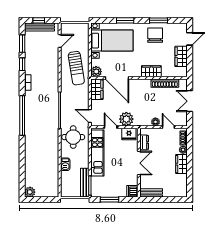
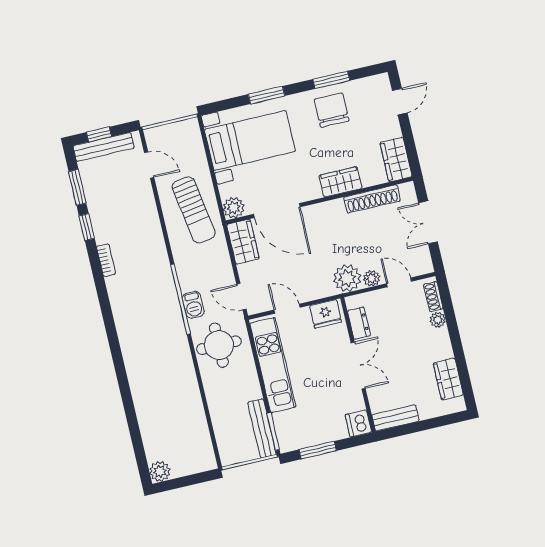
door: (60, 41) -> (149, 165), hinge flipped
wardrobe: (181, 56) -> (396, 160), moved
window: (22, 116) -> (110, 327), removed
plant: (126, 119) -> (347, 278), moved
barbecue: (65, 164) -> (193, 305), moved
wardrobe: (181, 164) -> (448, 379), moved

